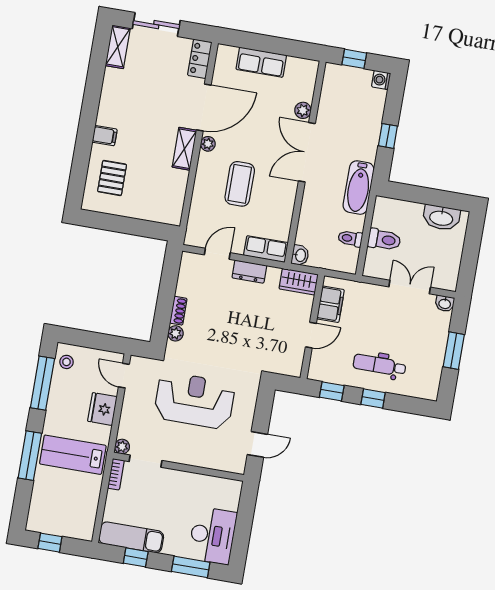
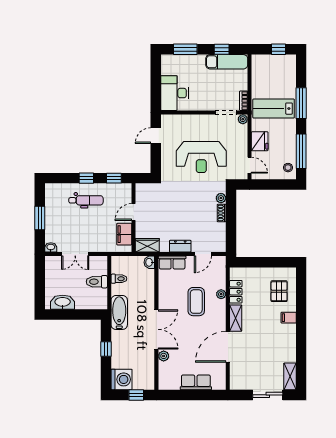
locker: (200, 59) -> (236, 292), moved
washing machine: (381, 80) -> (122, 379), width x1.89, depth x1.89
plant: (208, 144) -> (221, 294), moved
lab bench: (73, 455) -> (274, 109), turned 180
desk: (212, 536) -> (175, 93), moved

